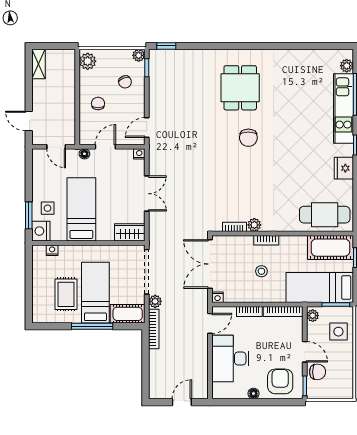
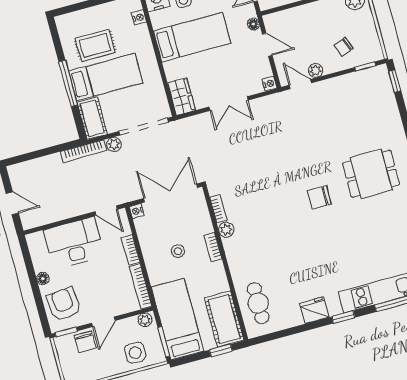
plant: (139, 55) -> (316, 70), moved
chair: (98, 103) -> (312, 24), removed
cafe table: (325, 215) -> (258, 303), width x0.73, depth x0.74
armchair: (280, 381) -> (64, 304), turned -97

